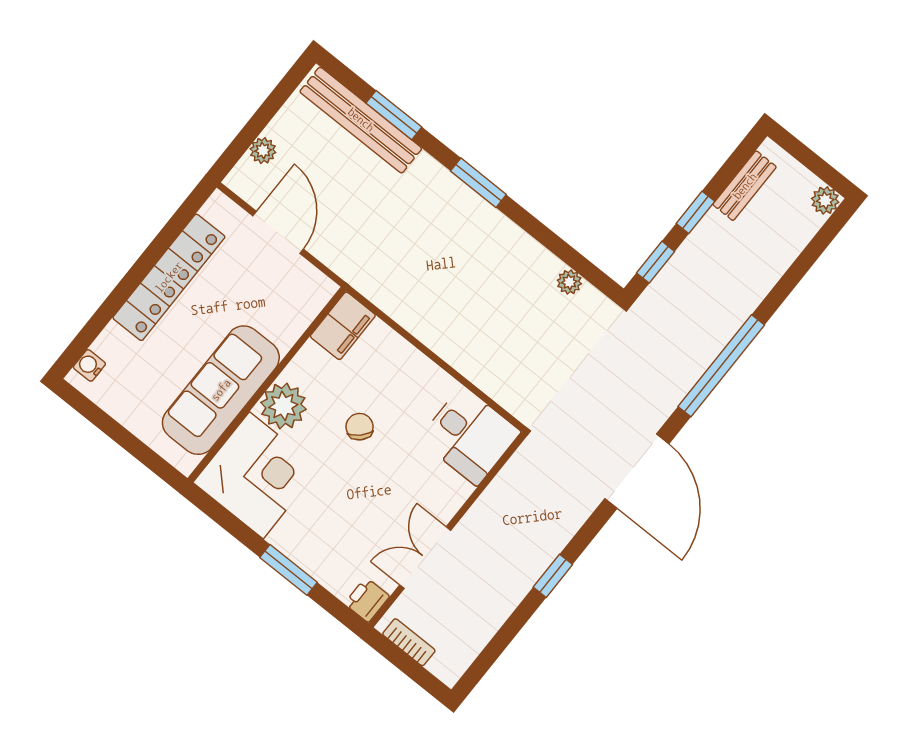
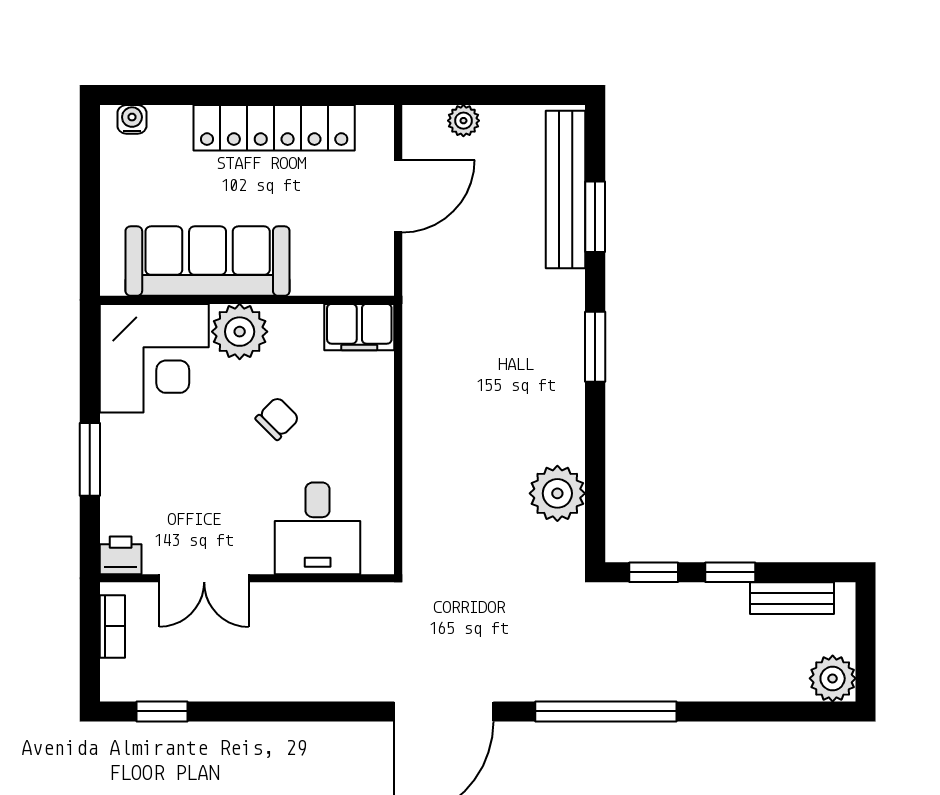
plant: (825, 200) -> (833, 678), width x1.38, depth x1.38
plant: (569, 282) -> (557, 493), width x1.88, depth x1.88
desk: (470, 436) -> (318, 528), moved
double door: (425, 558) -> (204, 578), swing flipped
window: (553, 576) -> (162, 711), moved

